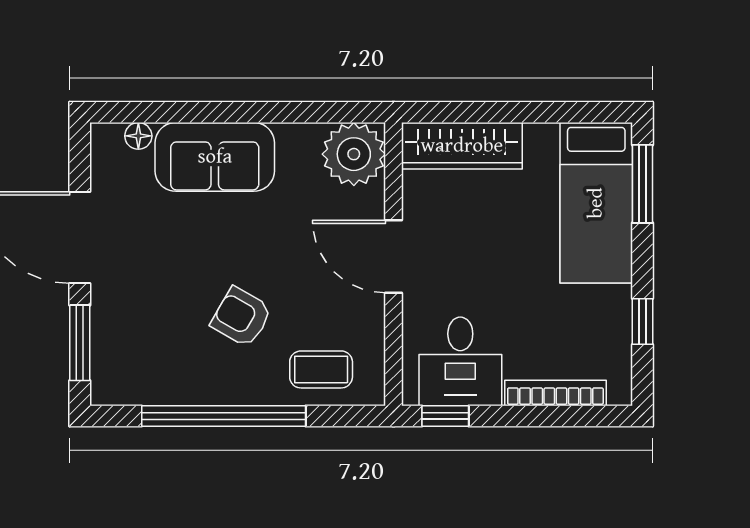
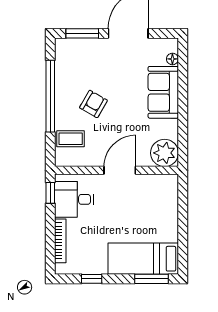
wardrobe: (462, 146) -> (168, 200), removed
coffee table: (321, 369) -> (71, 139), turned 90

